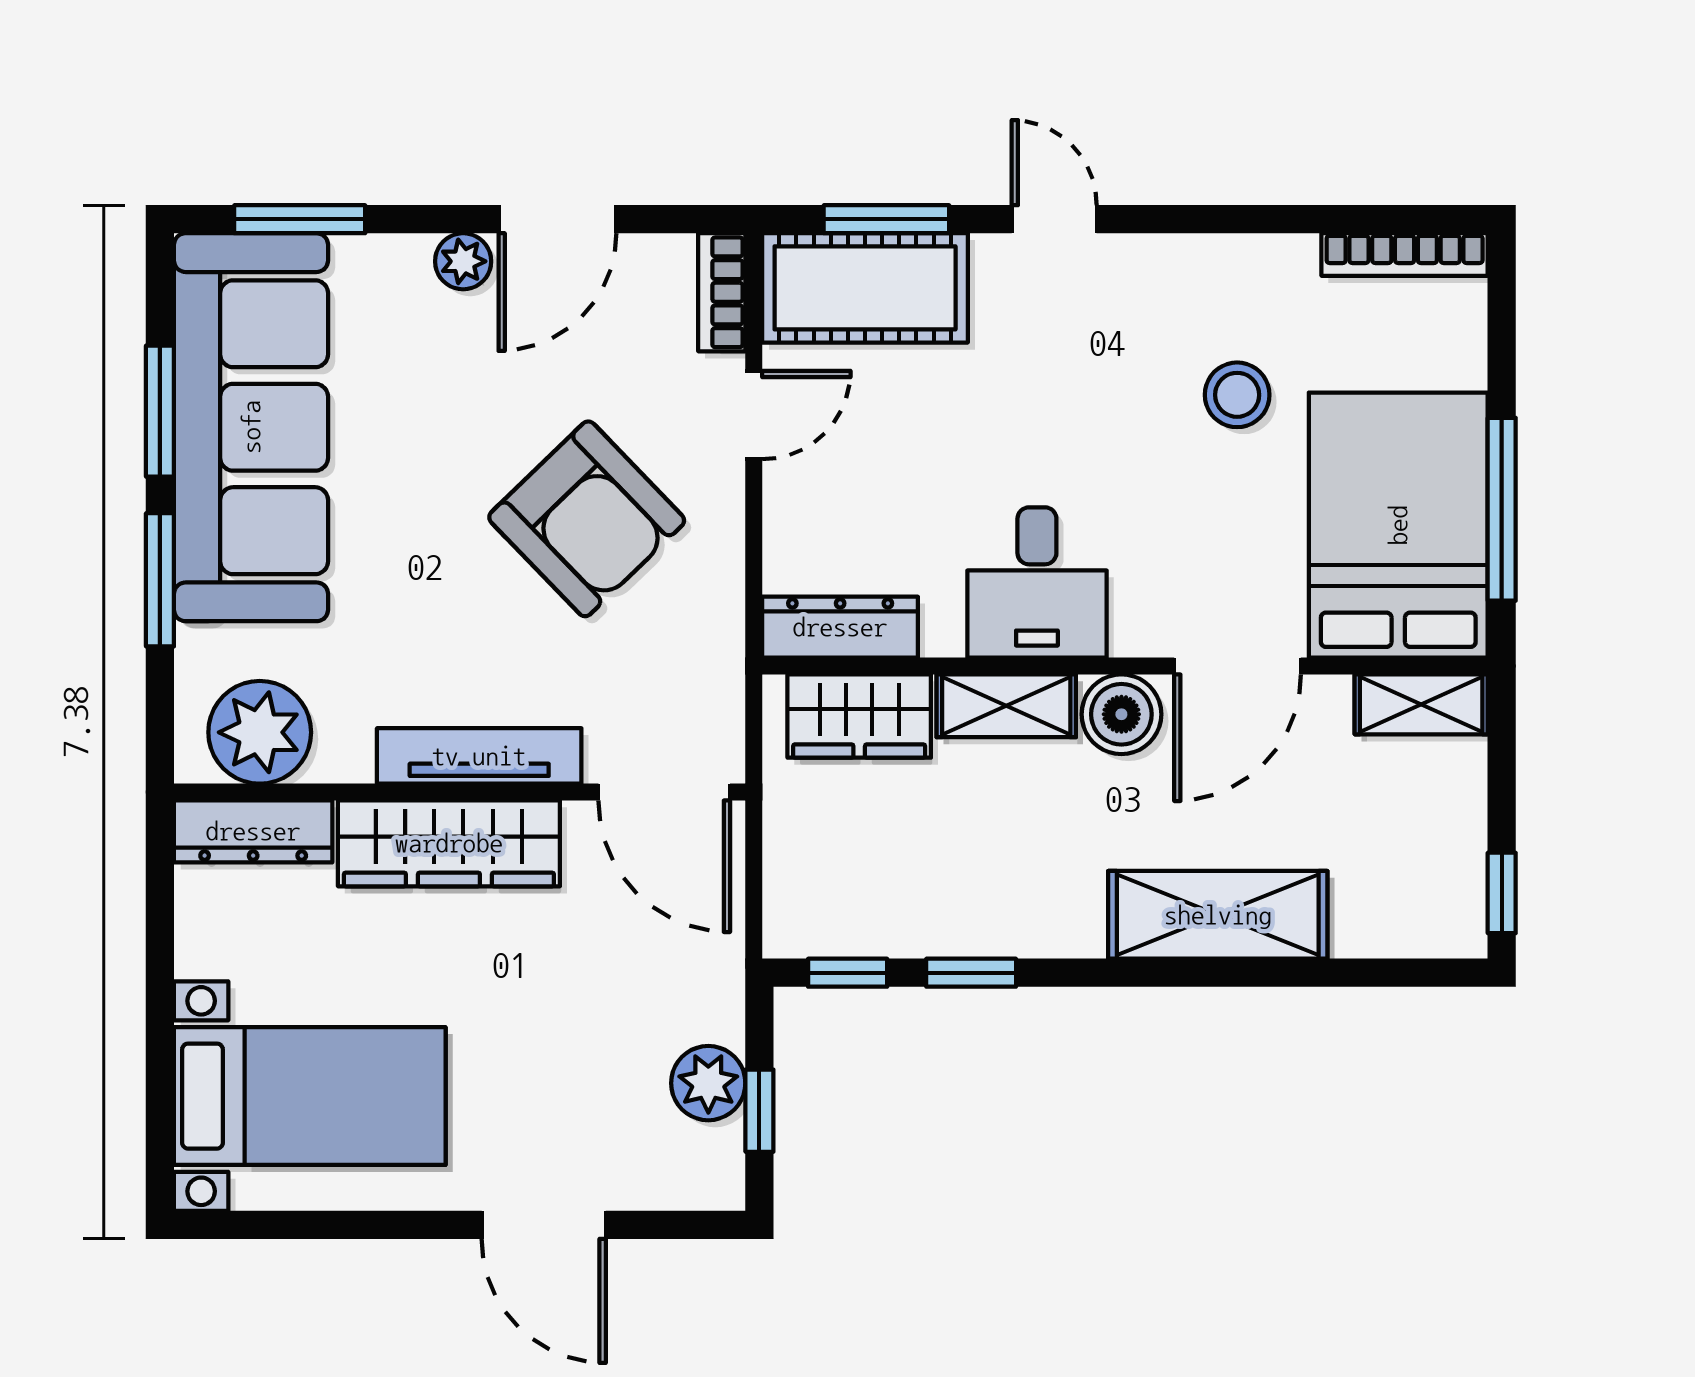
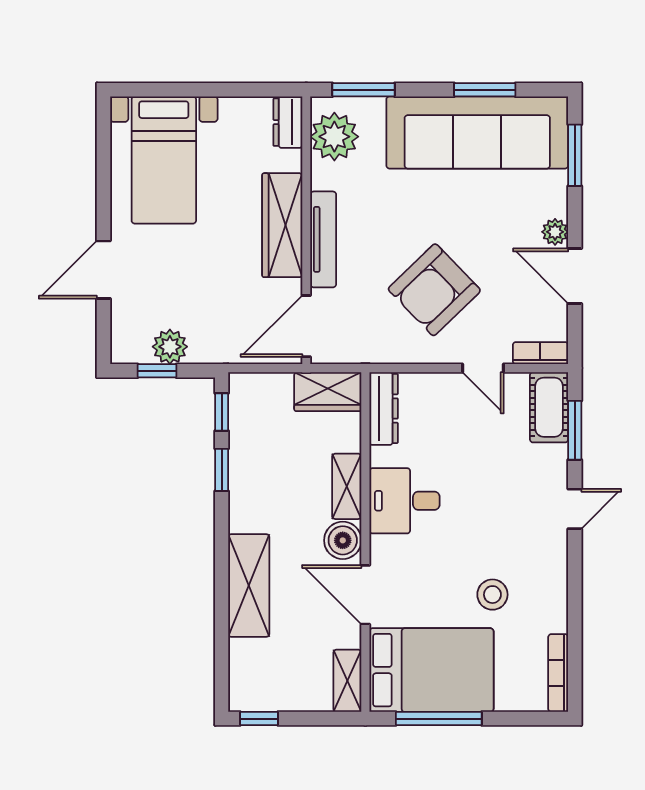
cot: (865, 288) -> (549, 407), width x0.73, depth x0.75
window: (160, 580) -> (364, 90), moved
wardrobe: (859, 716) -> (328, 392), moved, turned -90
dresser: (253, 831) -> (288, 122), width x0.70

